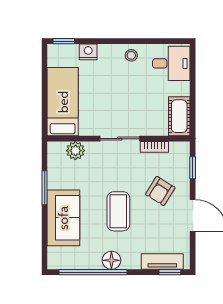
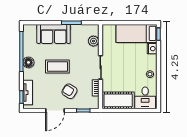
bed: (63, 102) -> (136, 33), moved, turned 180
cot: (179, 116) -> (118, 100), width x1.37, depth x1.34

